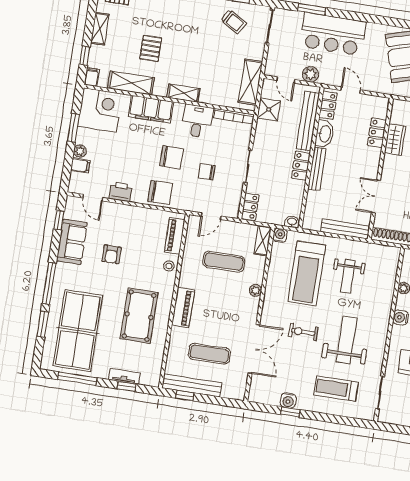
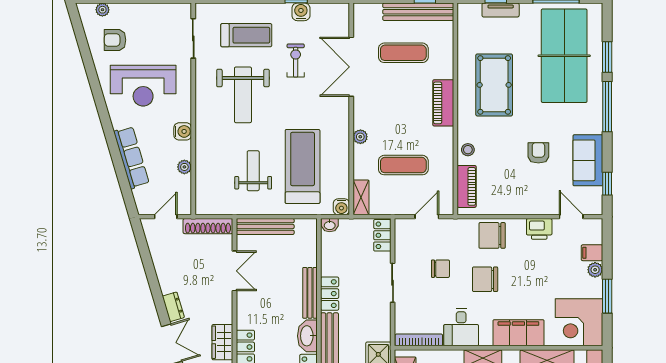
exercise bike: (303, 332) -> (296, 60), moved, turned -90

